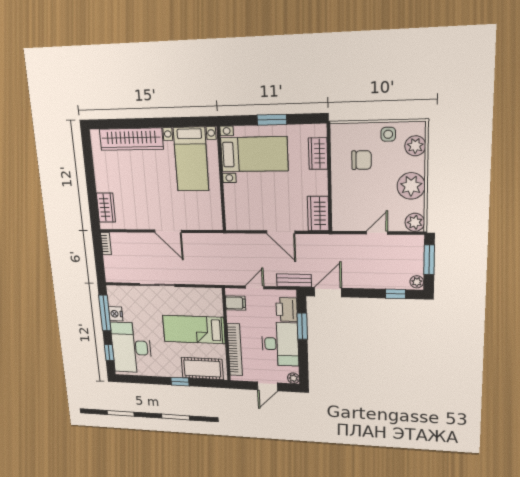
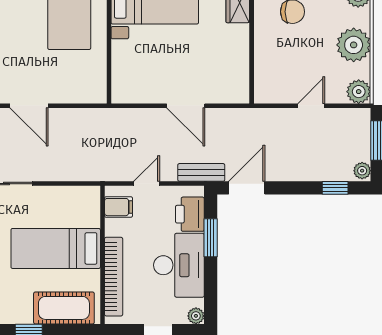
wardrobe: (318, 214) -> (236, 80), removed

